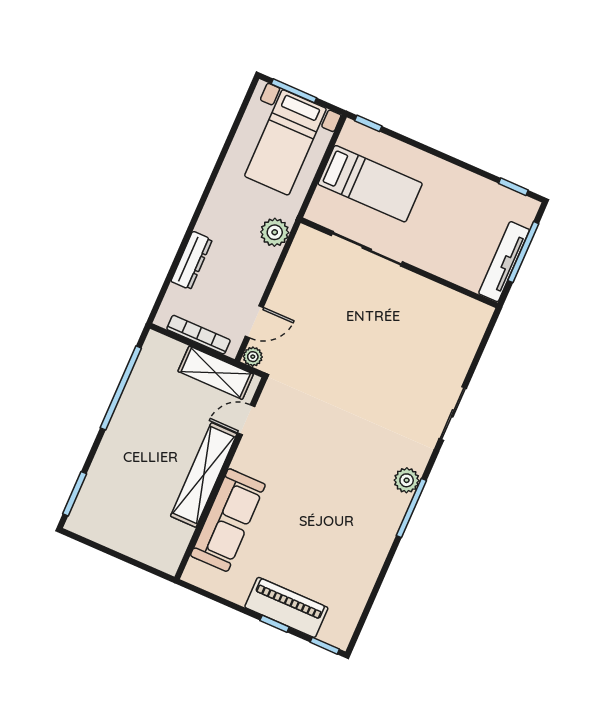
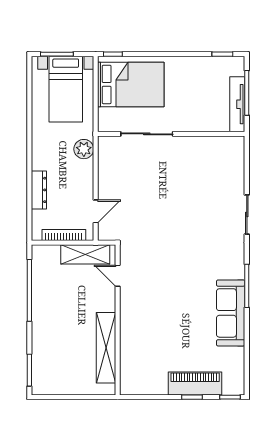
bed: (370, 184) -> (131, 84), width x1.50
plant: (253, 357) -> (104, 234), removed
door: (246, 420) -> (118, 276), hinge flipped
shelving: (204, 475) -> (106, 348), moved
plant: (407, 480) -> (236, 270), removed
sofa: (228, 520) -> (231, 313), moved, turned 180

